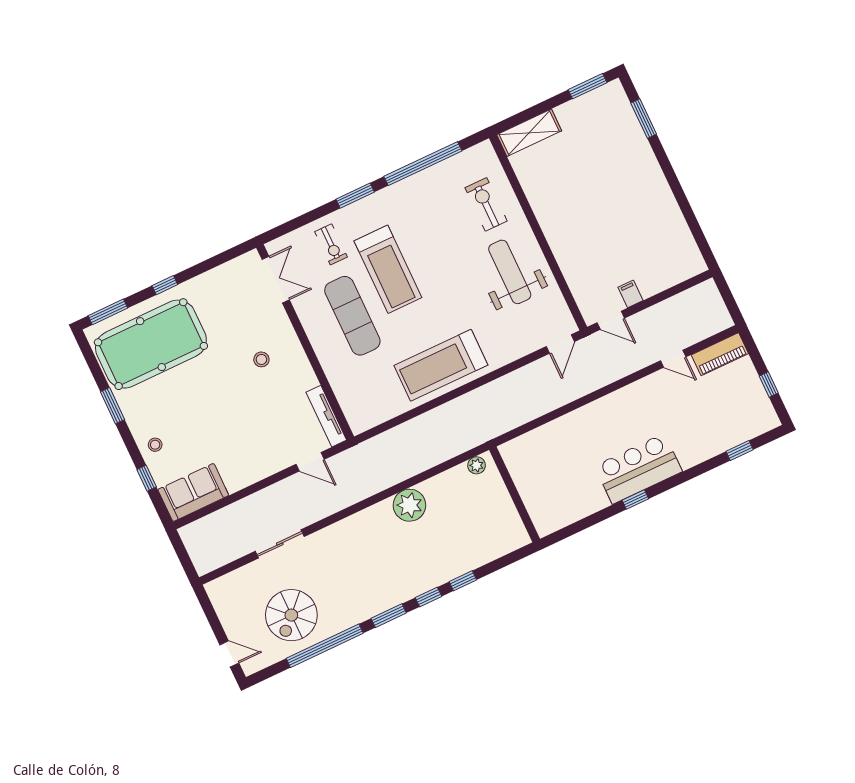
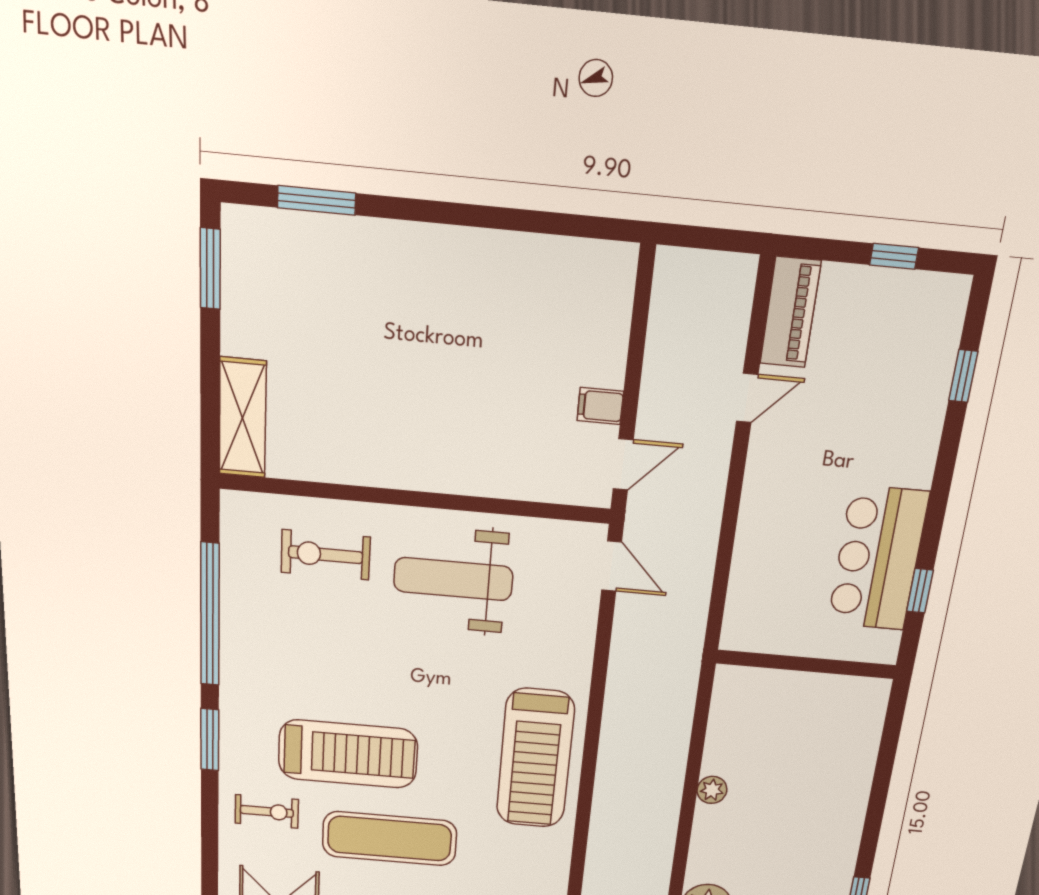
wall: (514, 494) -> (806, 664), moved

